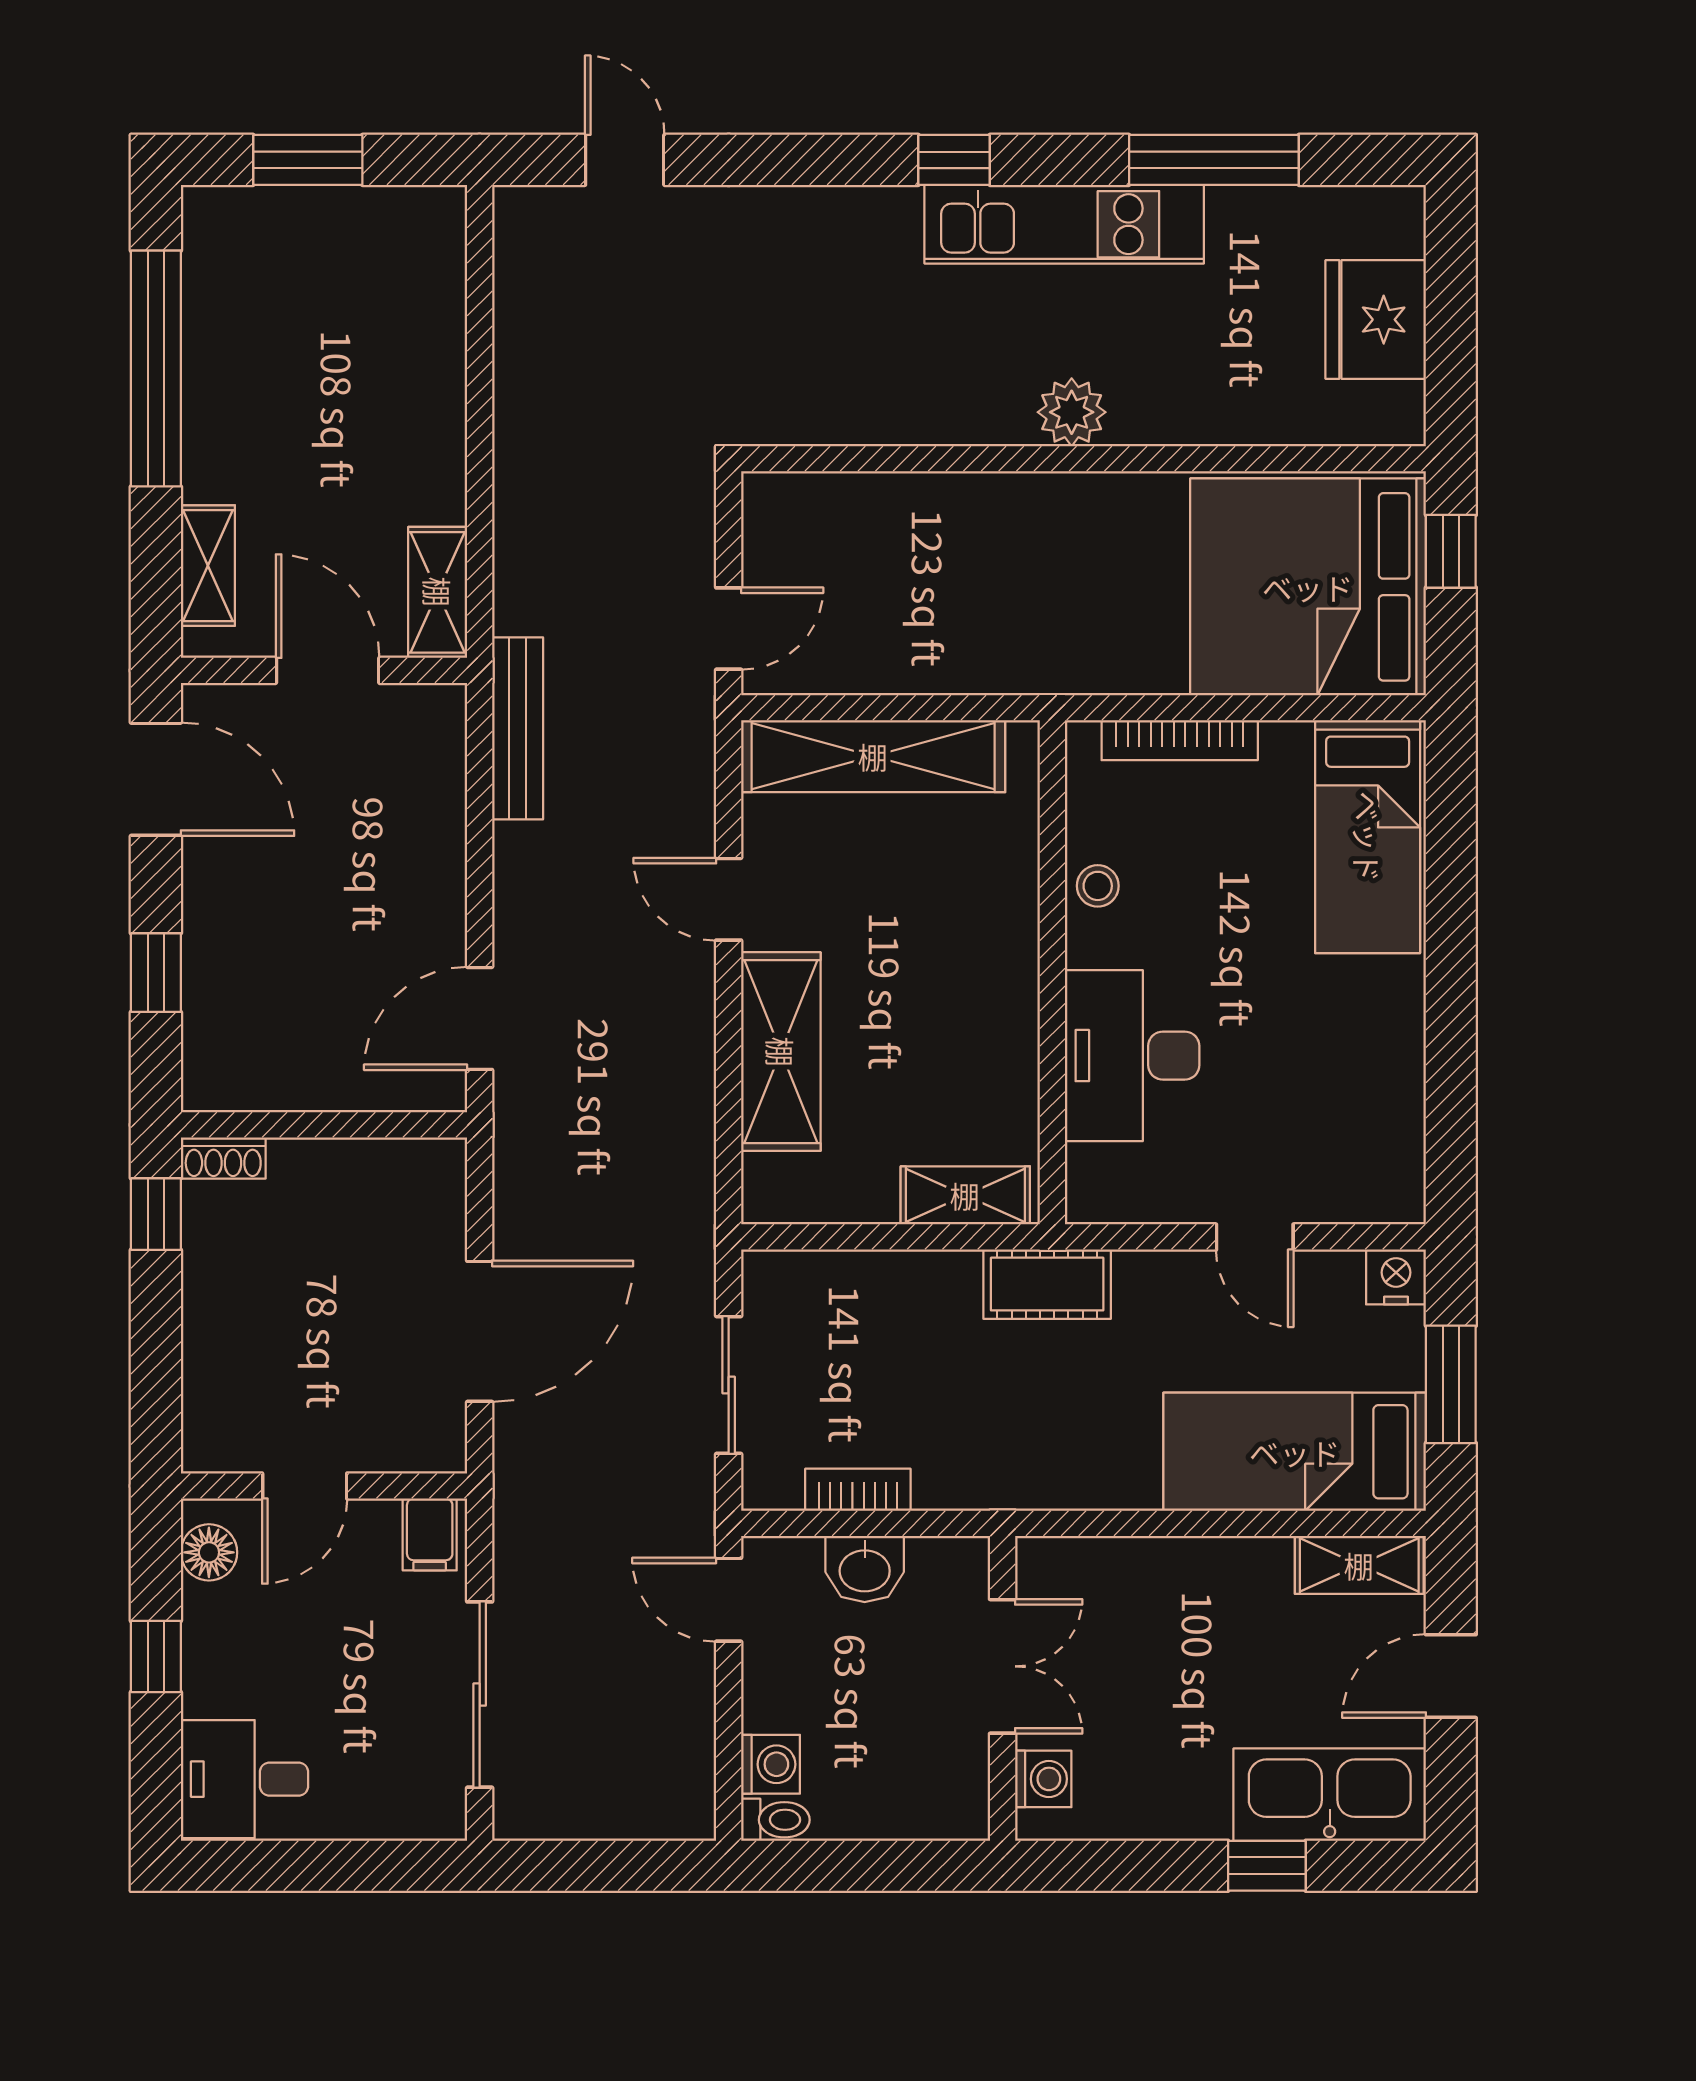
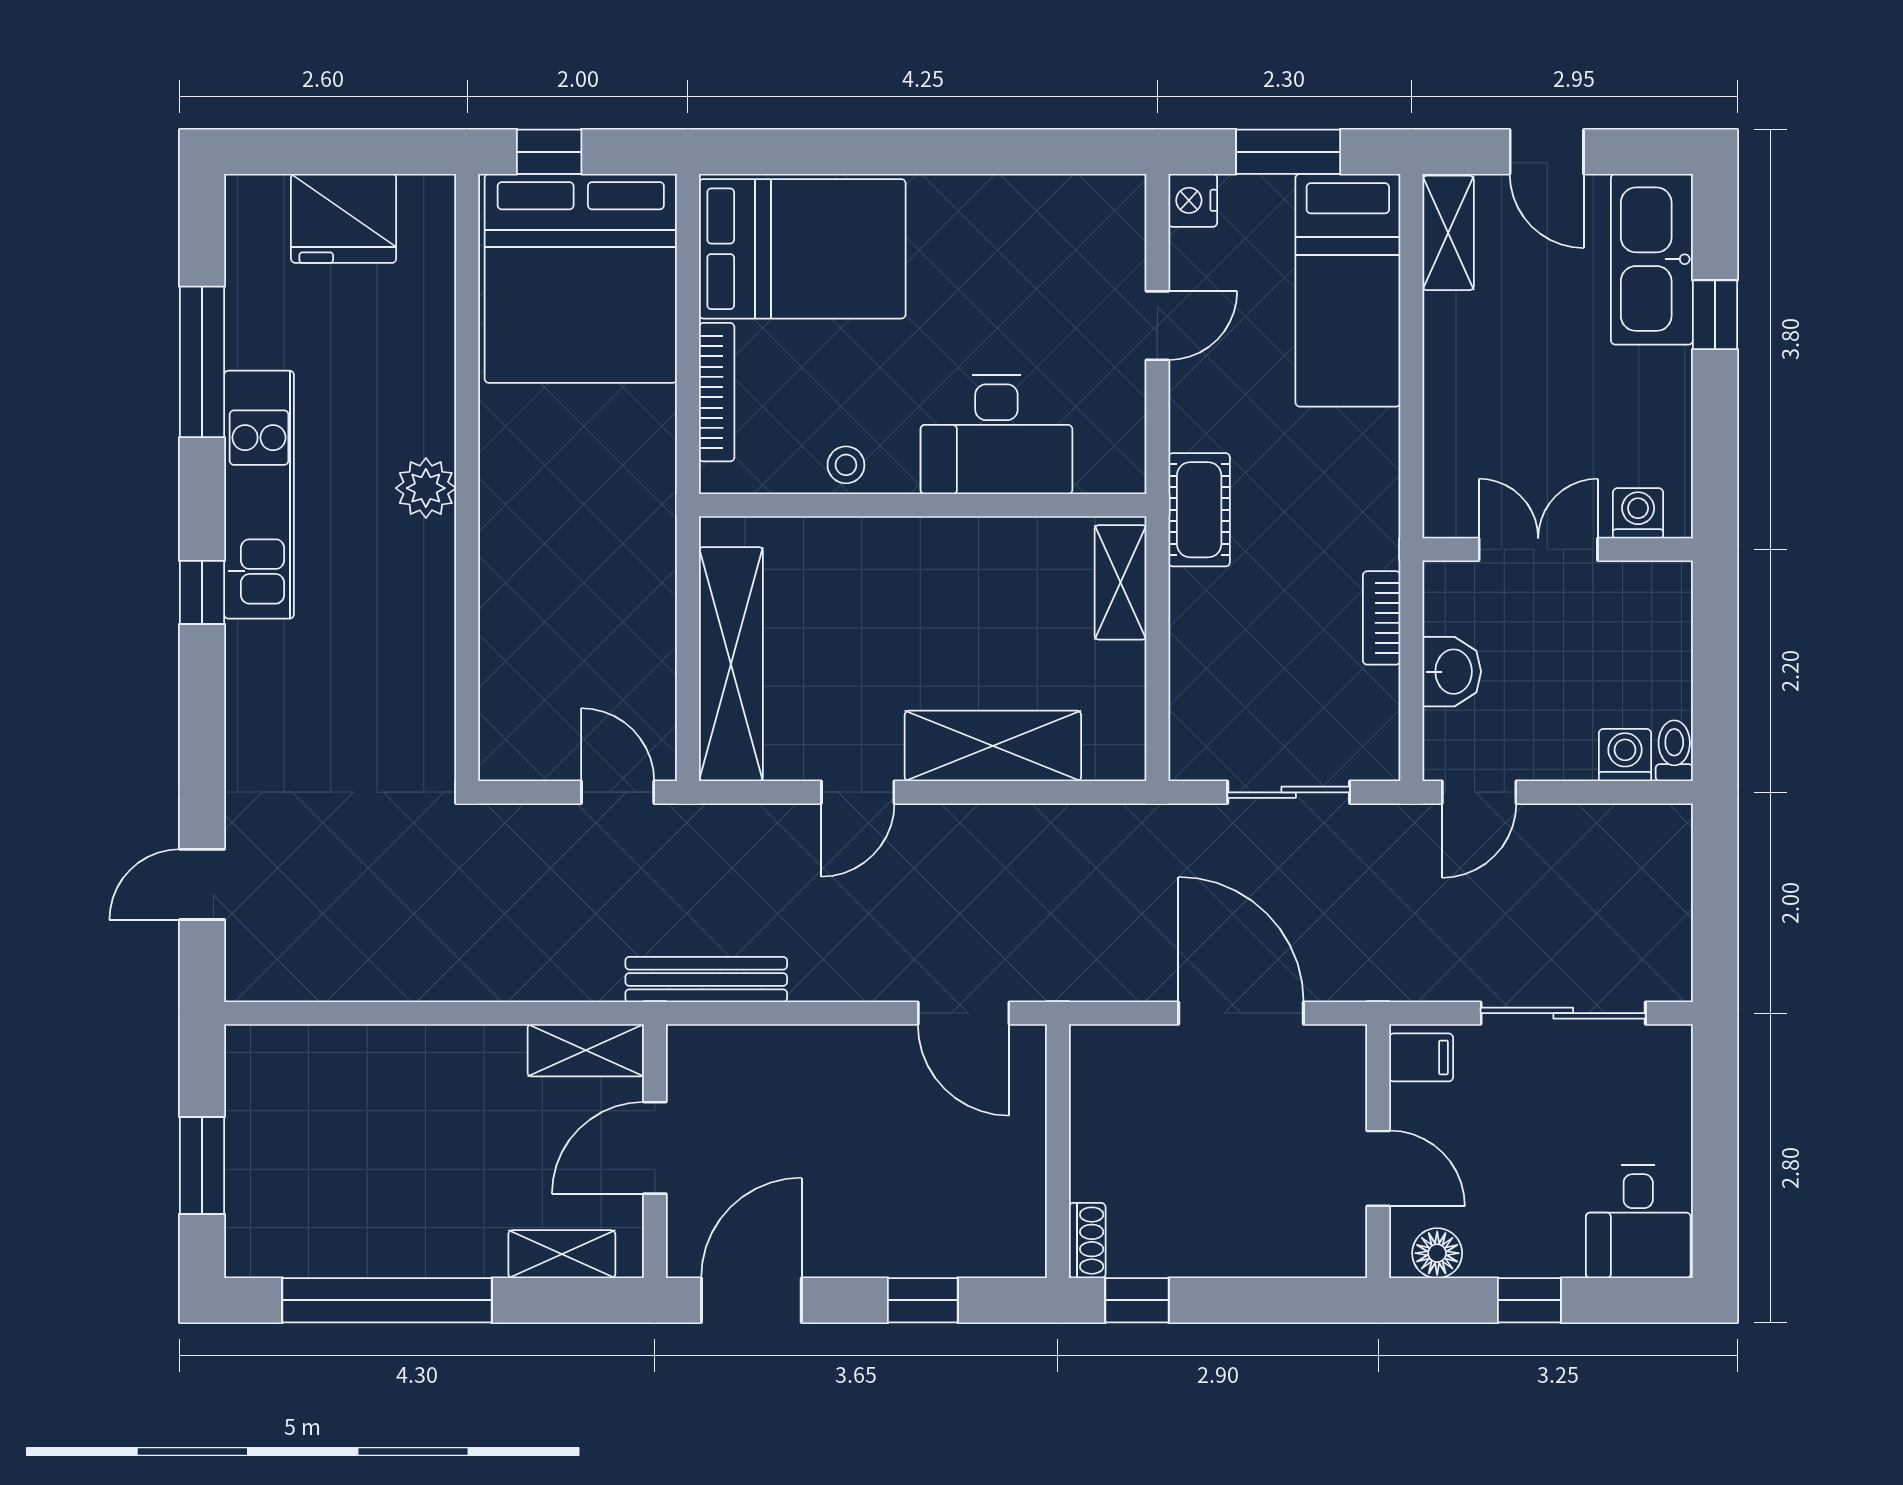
bed: (1368, 837) -> (802, 249), width x1.50
bookcase: (858, 1490) -> (1382, 618), moved

